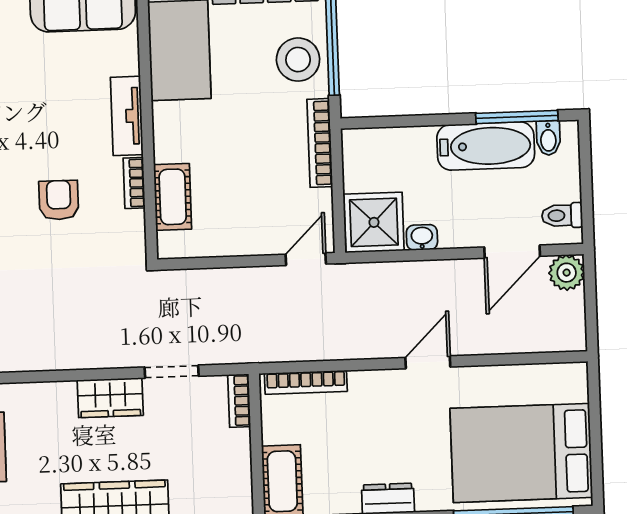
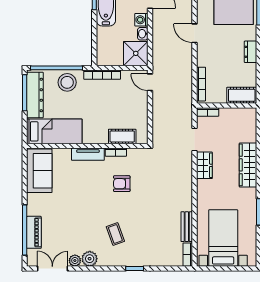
washing machine: (455, 233) -> (141, 20), added

